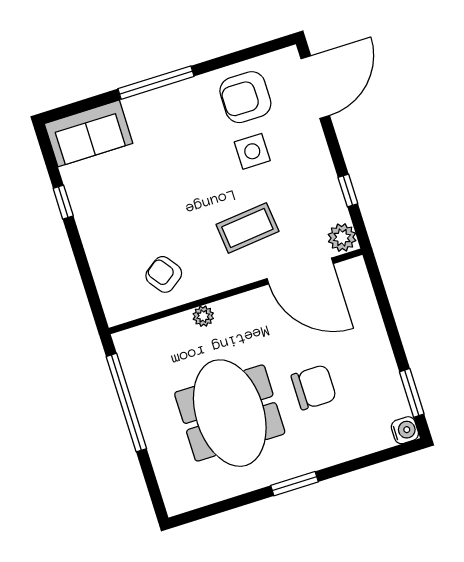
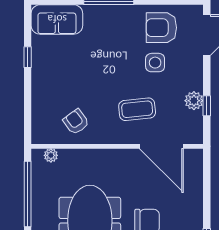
plant: (342, 238) -> (194, 101), moved
plant: (203, 316) -> (51, 155), moved

